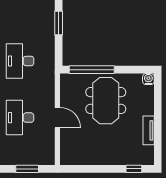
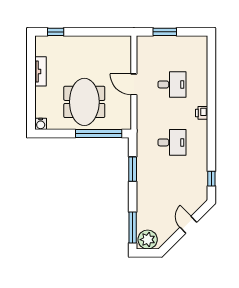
window: (59, 23) -> (133, 169), moved
desk: (20, 61) -> (172, 142), width x0.73
desk: (20, 118) -> (172, 84), width x0.73

